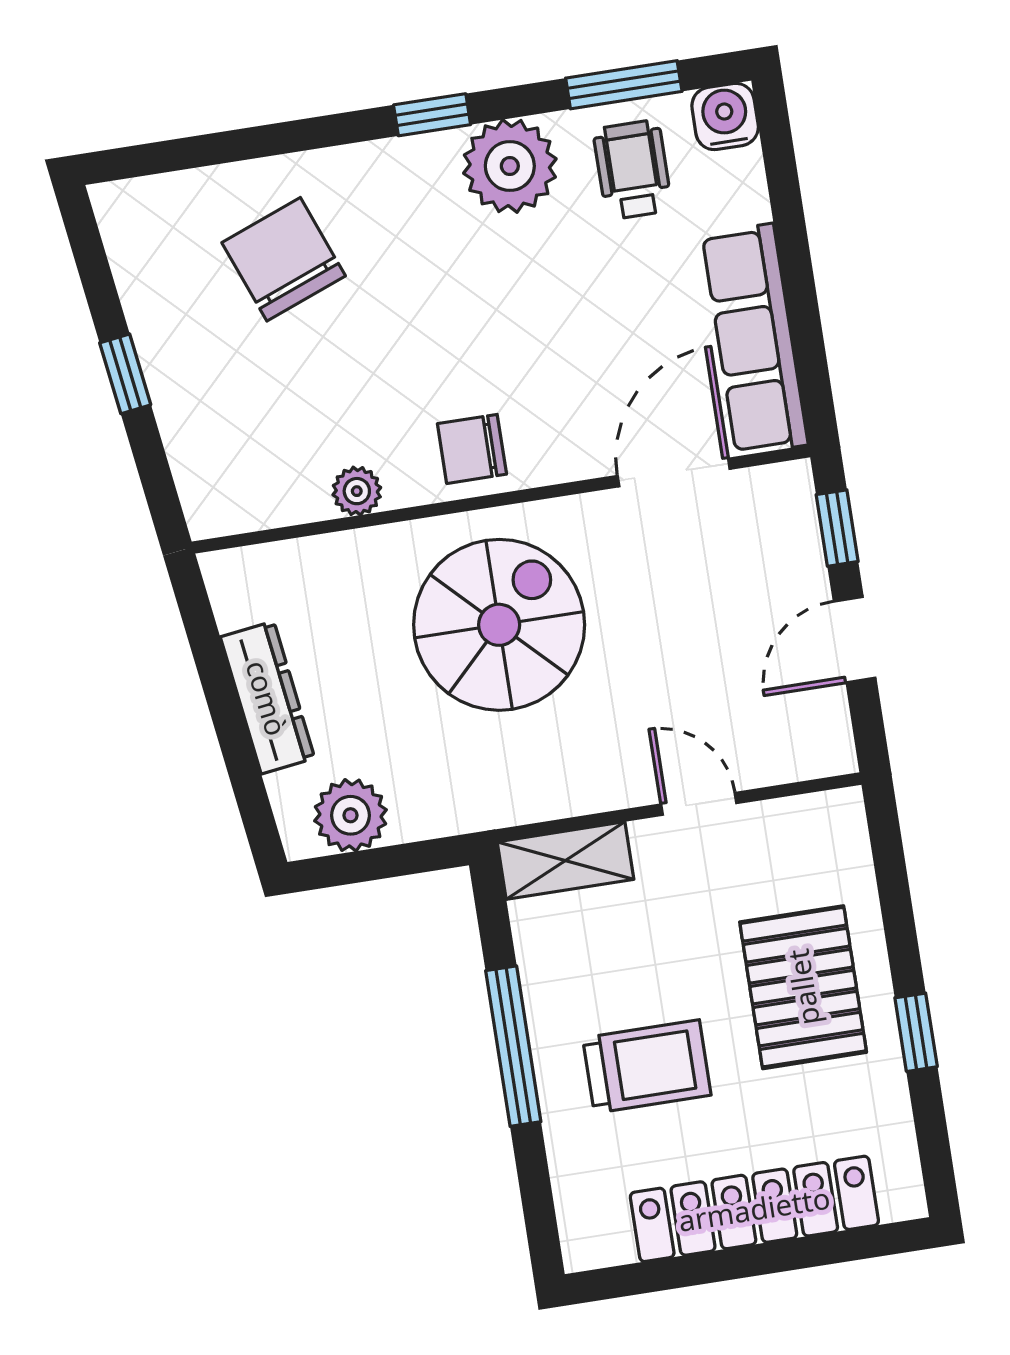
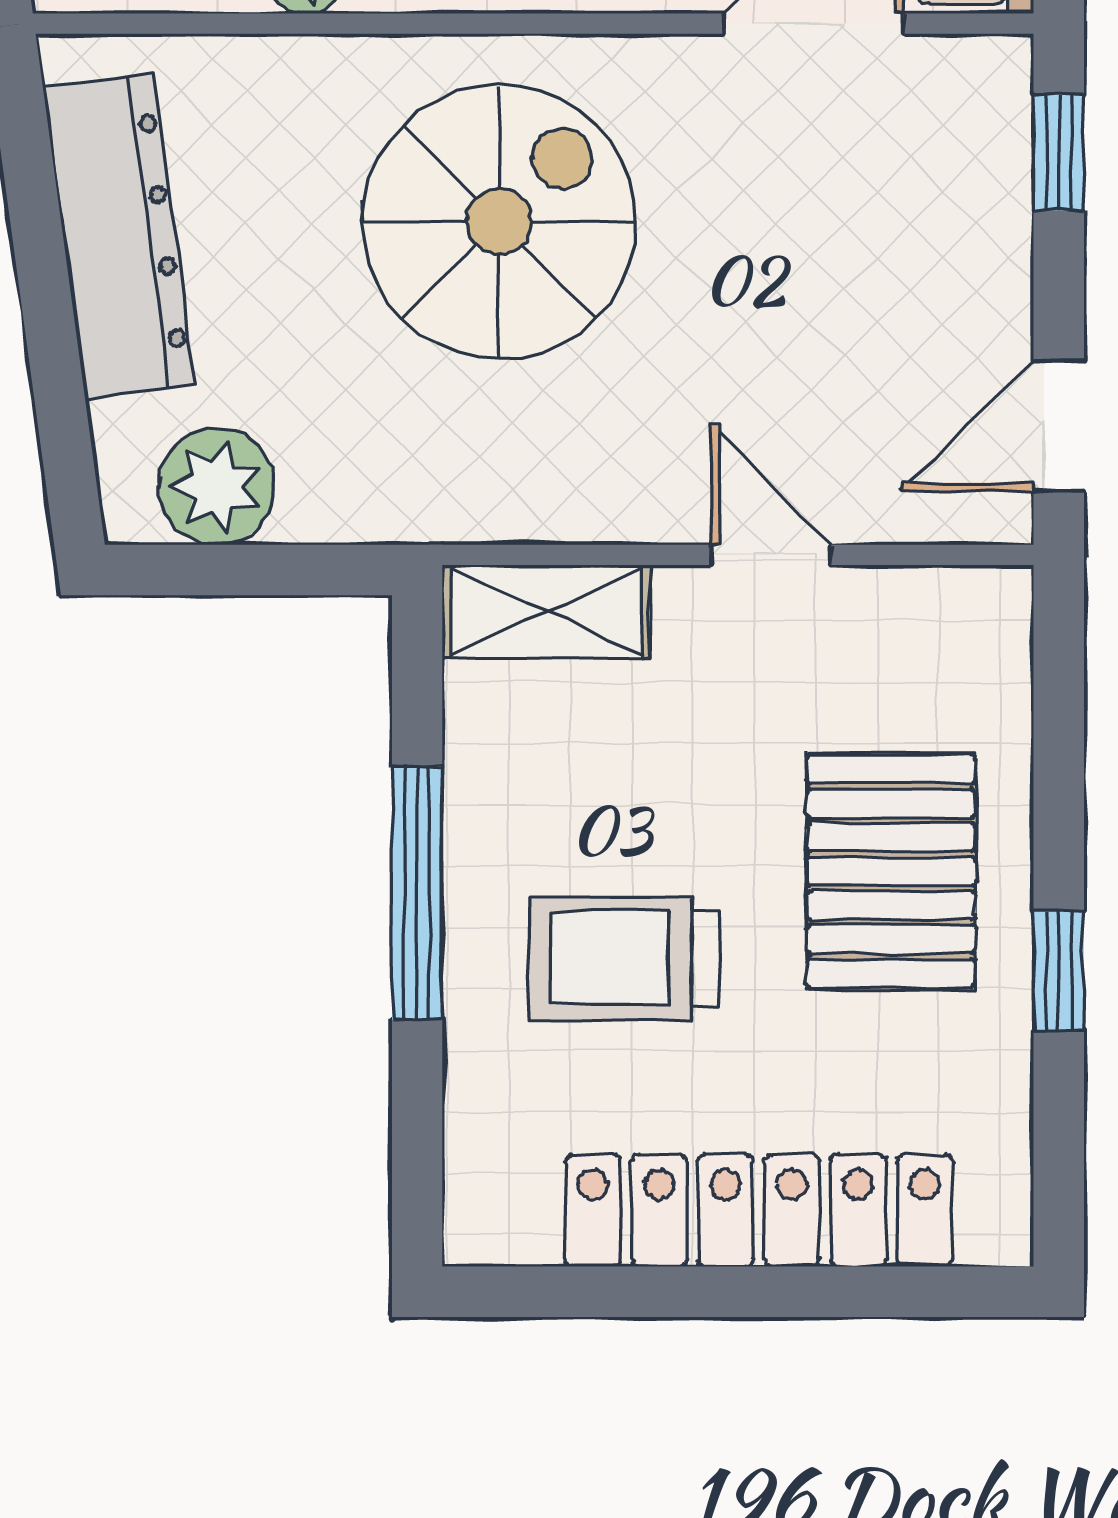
door: (855, 640) -> (1059, 426), moved
dresser: (267, 698) -> (119, 236), width x1.37, depth x1.24
trolley: (647, 1066) -> (624, 958), turned 180

